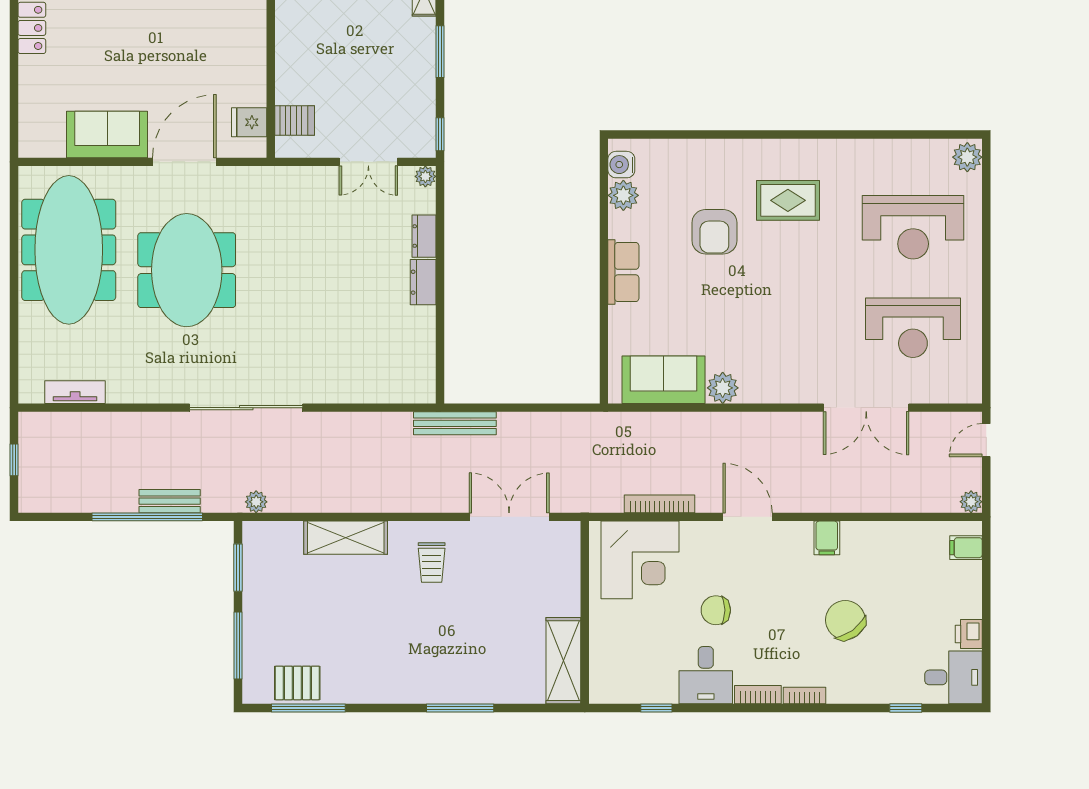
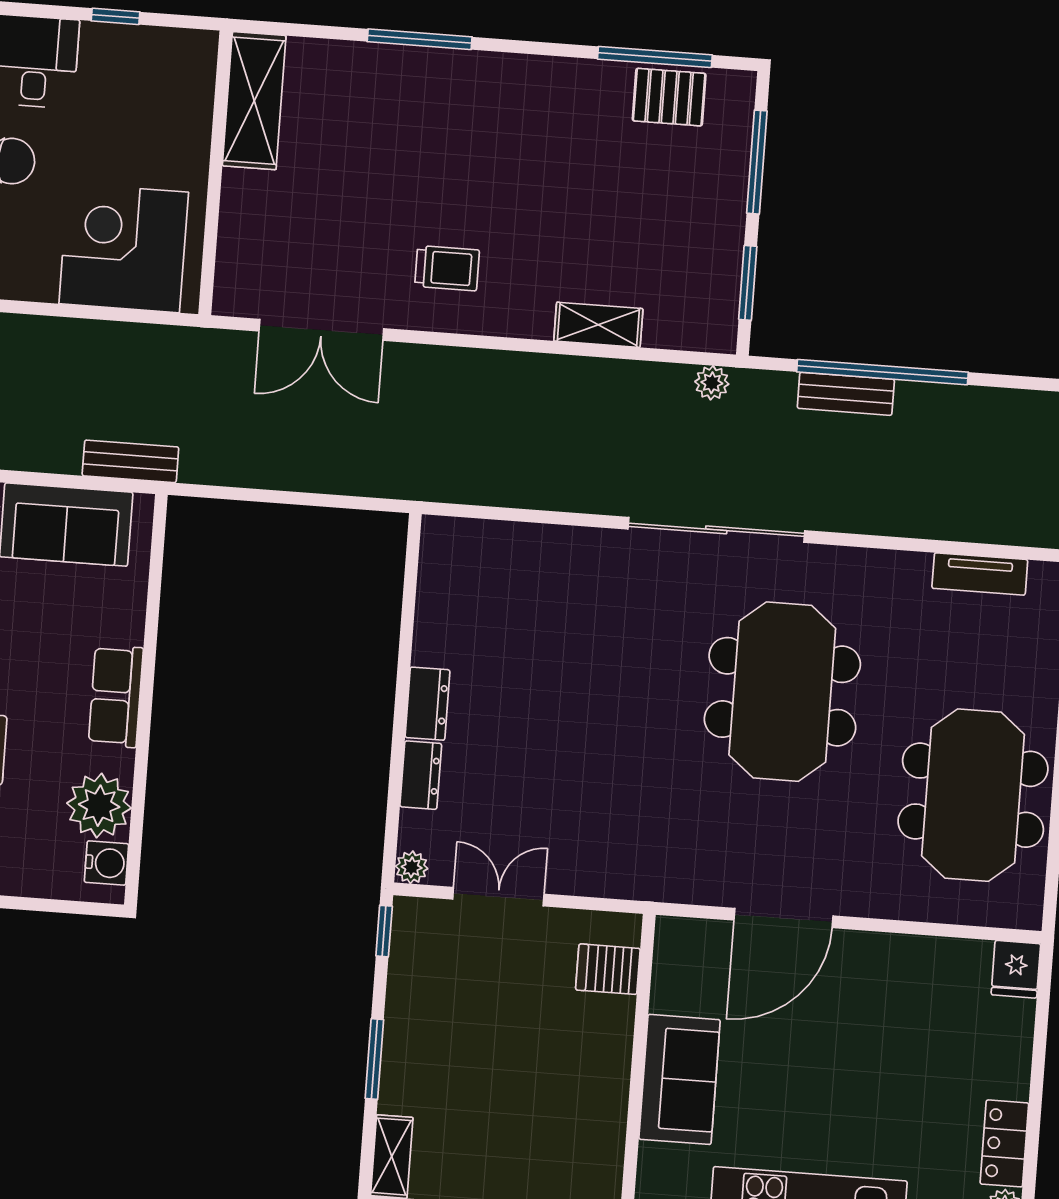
fridge: (249, 122) -> (1016, 969), moved, turned 90
sofa: (107, 134) -> (679, 1079), moved, turned -90
plant: (623, 195) -> (99, 806), width x1.36, depth x1.36
meeting table: (69, 250) -> (973, 795), width x0.73
meeting table: (187, 270) -> (782, 692), moved
bench: (455, 423) -> (130, 461), moved, width x0.73
bookcase: (660, 504) -> (87, 333), removed
shelving: (346, 538) -> (598, 325), width x0.67, depth x0.75
trolley: (432, 563) -> (447, 268), turned 90

